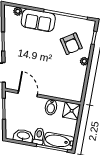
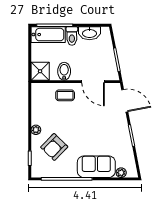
armchair: (71, 44) -> (54, 147), turned -103
coffee table: (54, 86) -> (65, 95), added

